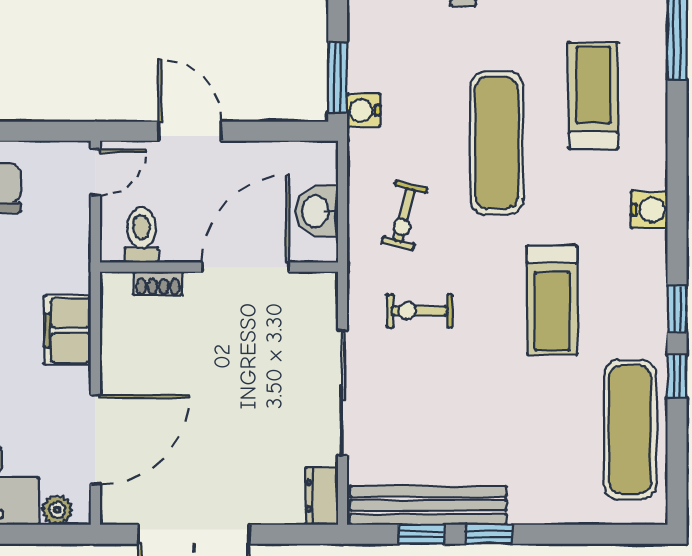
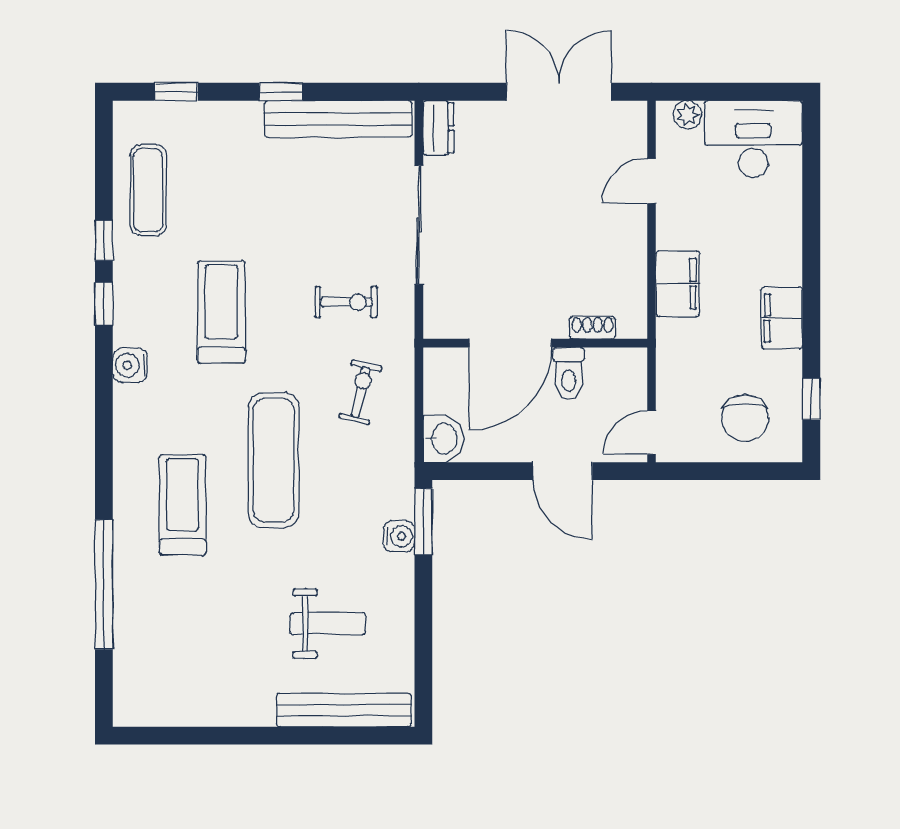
treadmill: (593, 96) -> (183, 505), turned 180
water cooler: (364, 110) -> (399, 536), moved
water cooler: (649, 210) -> (130, 365), moved
washbasin: (317, 211) -> (443, 439), moved
toilet: (142, 235) -> (569, 373), moved
exercise mat: (630, 430) -> (148, 190), width x0.73, depth x0.69
door: (95, 439) -> (652, 181), width x0.53
window: (421, 534) -> (176, 92), moved

